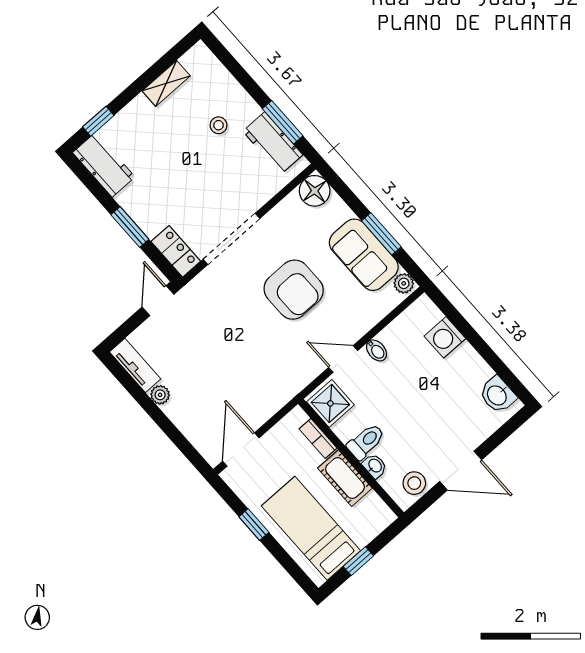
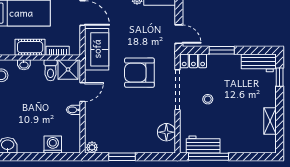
window: (283, 122) -> (208, 157), width x1.44
stool: (218, 125) -> (208, 99), moved
floor lamp: (315, 191) -> (166, 132), moved
sofa: (364, 255) -> (97, 49), moved, turned 90
armchair: (294, 290) -> (139, 73), moved
toilet: (366, 441) -> (51, 70), moved

